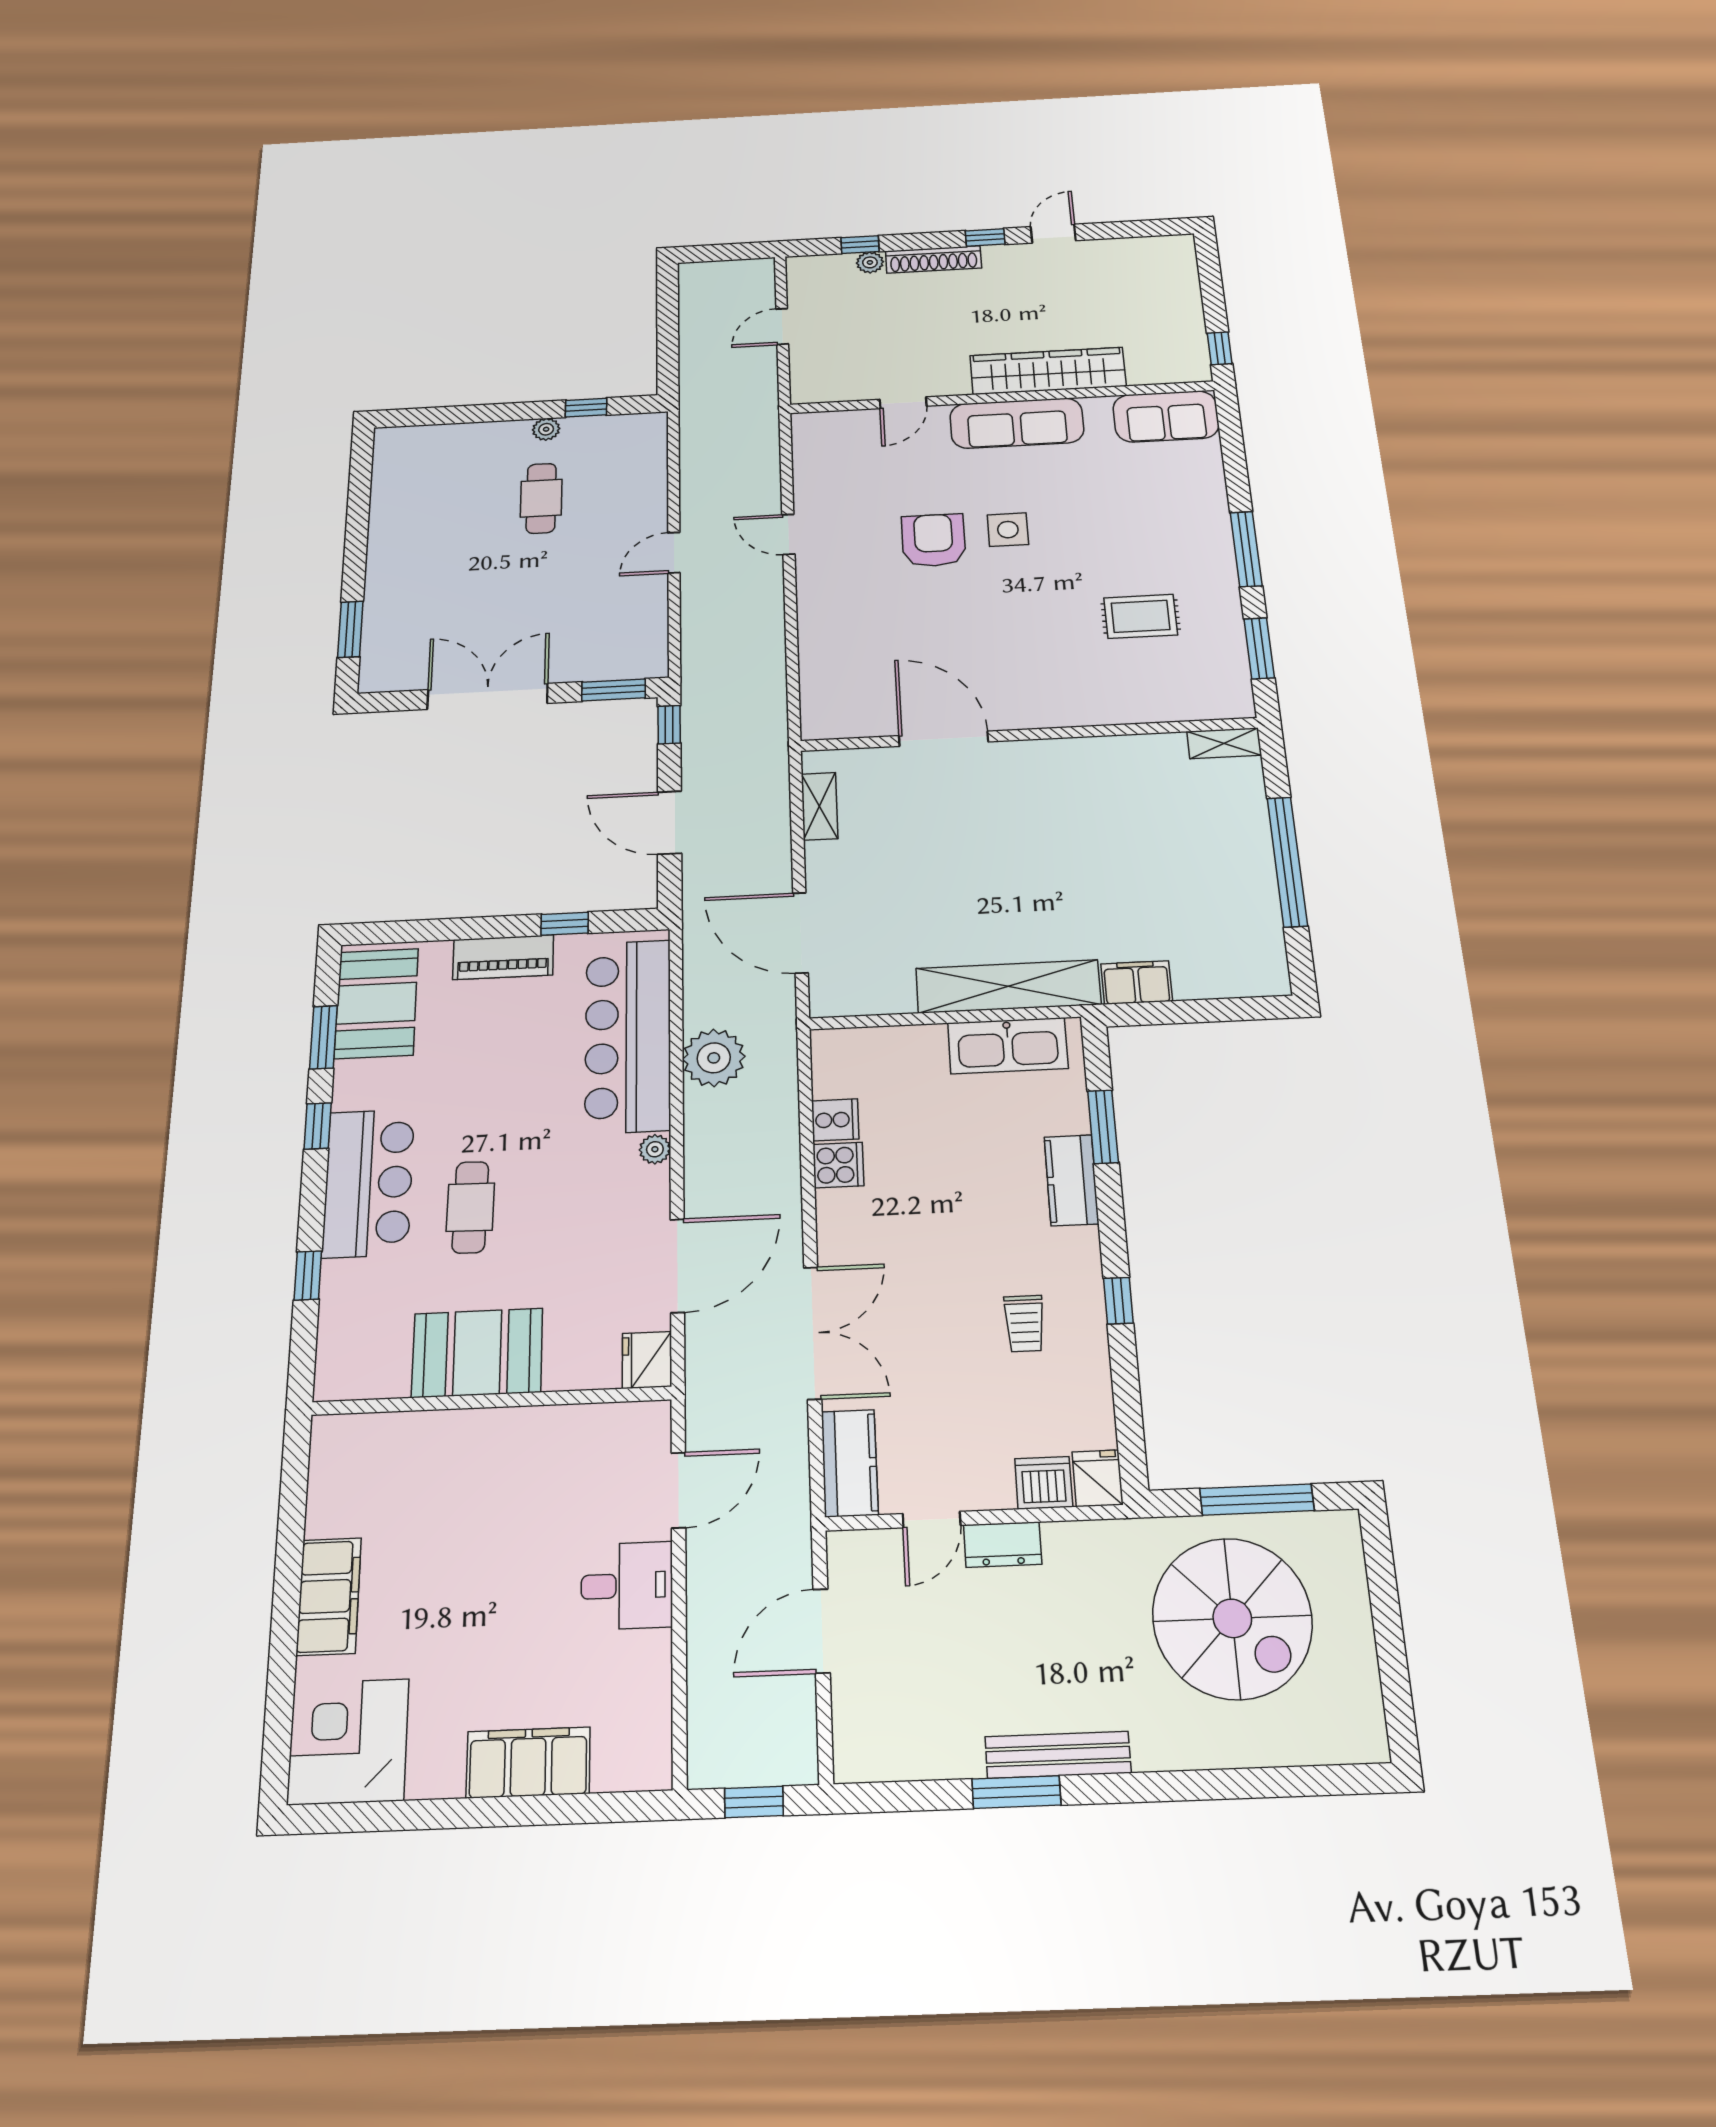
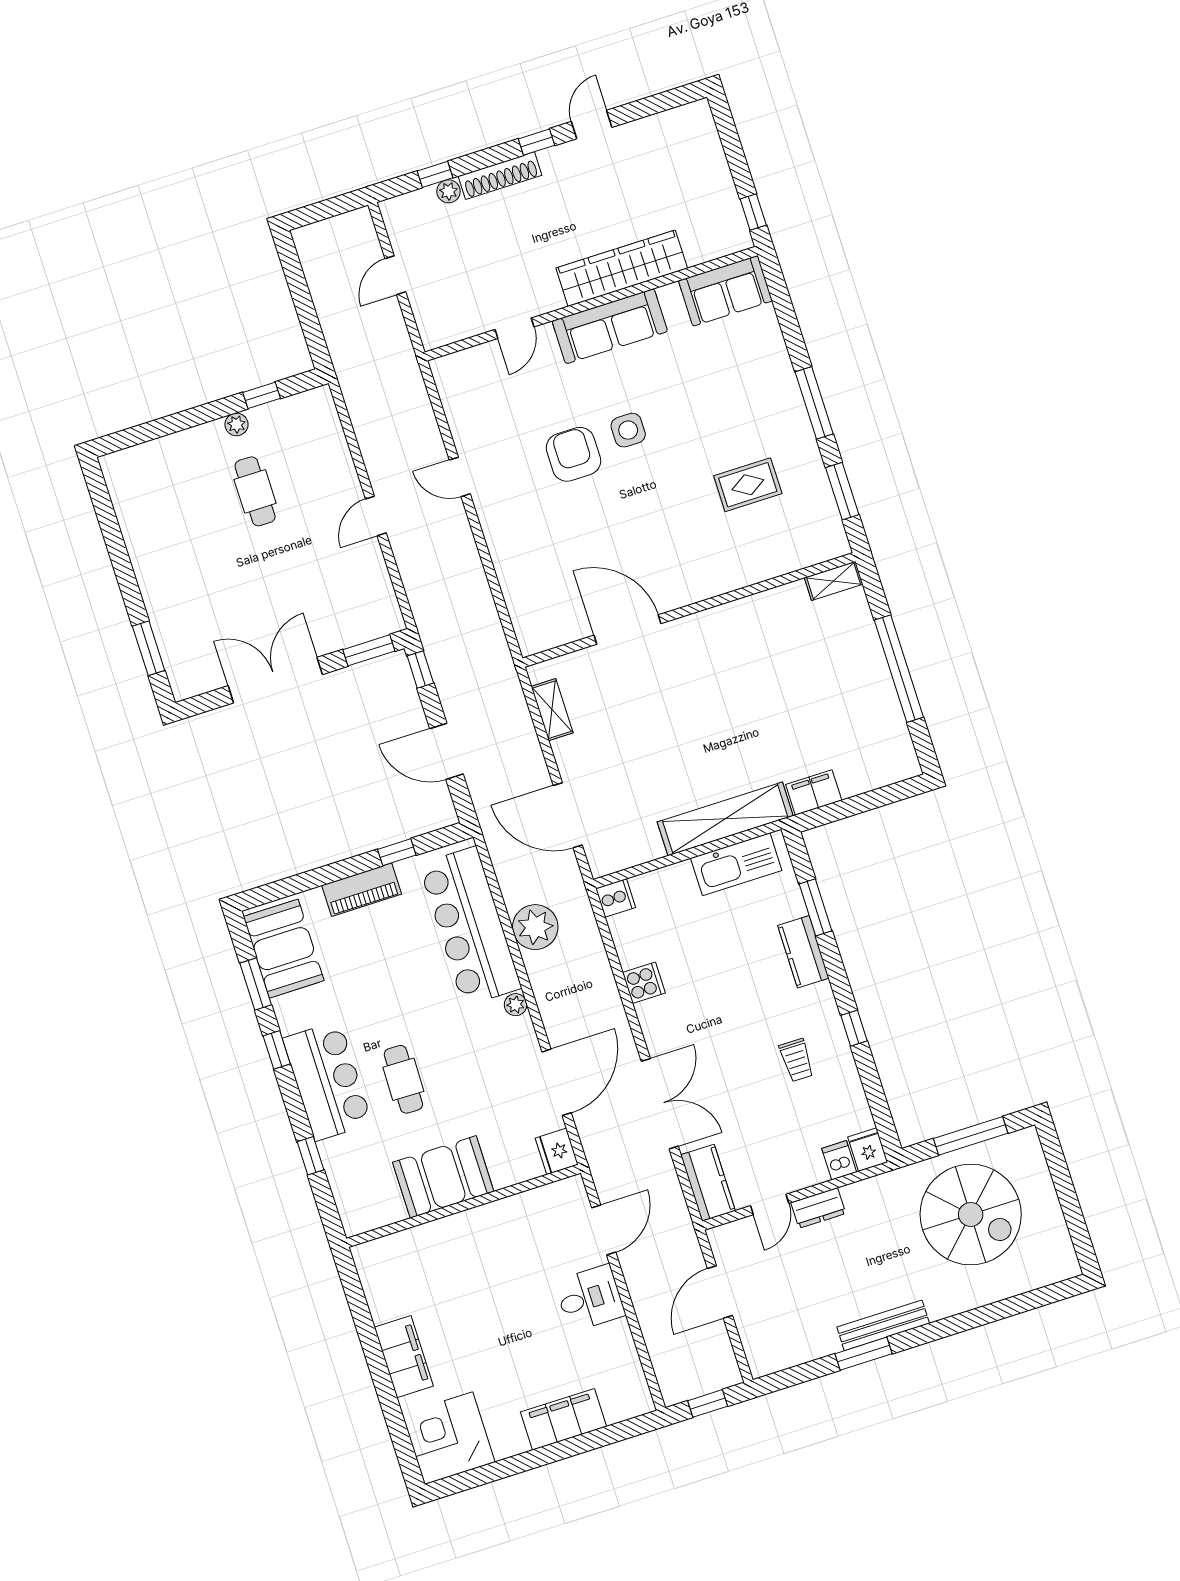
cooker: (835, 1120) -> (616, 898), moved
dishwasher: (1044, 1483) -> (839, 1160), width x0.73

